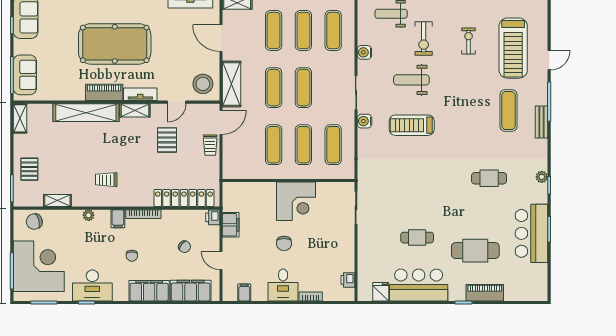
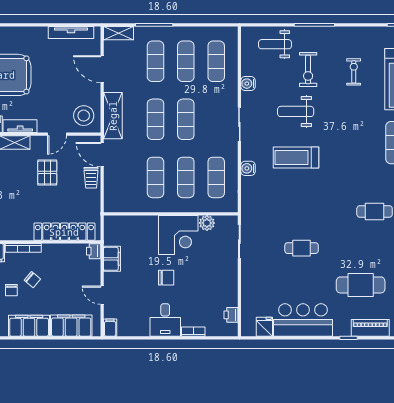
water cooler: (365, 121) -> (248, 168), moved
door: (221, 122) -> (102, 155), swing flipped
plant: (324, 190) -> (207, 223), added
cafe table: (417, 238) -> (302, 248), moved
chair: (284, 243) -> (166, 278), turned -90
chair: (185, 247) -> (32, 280), moved
filing cabinet: (244, 293) -> (110, 328), moved

